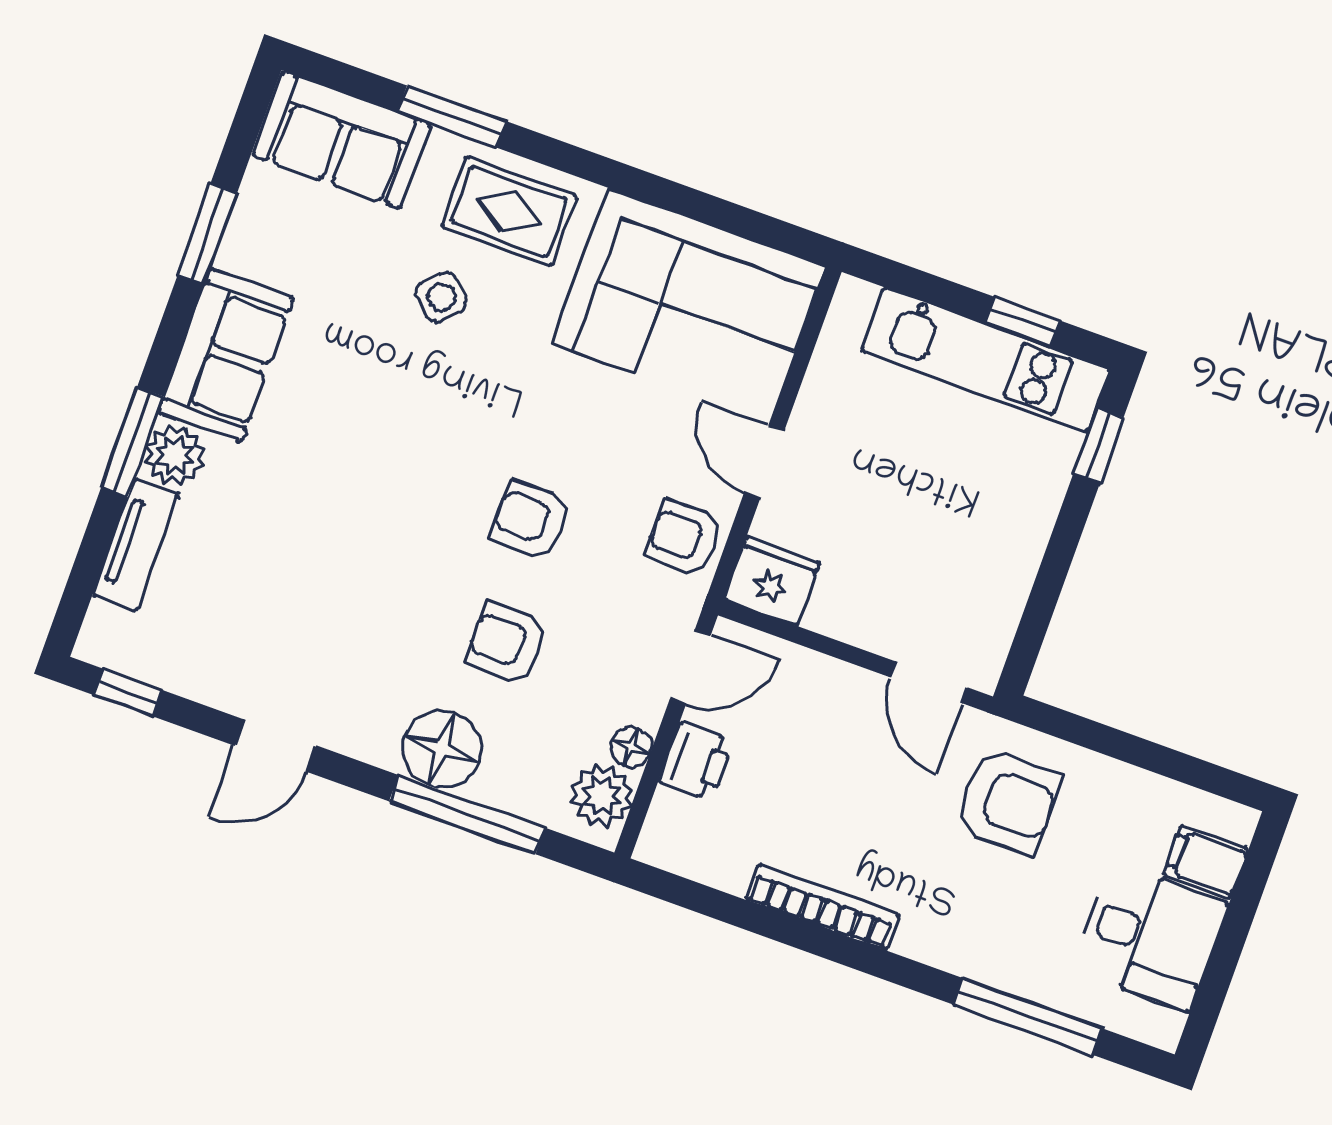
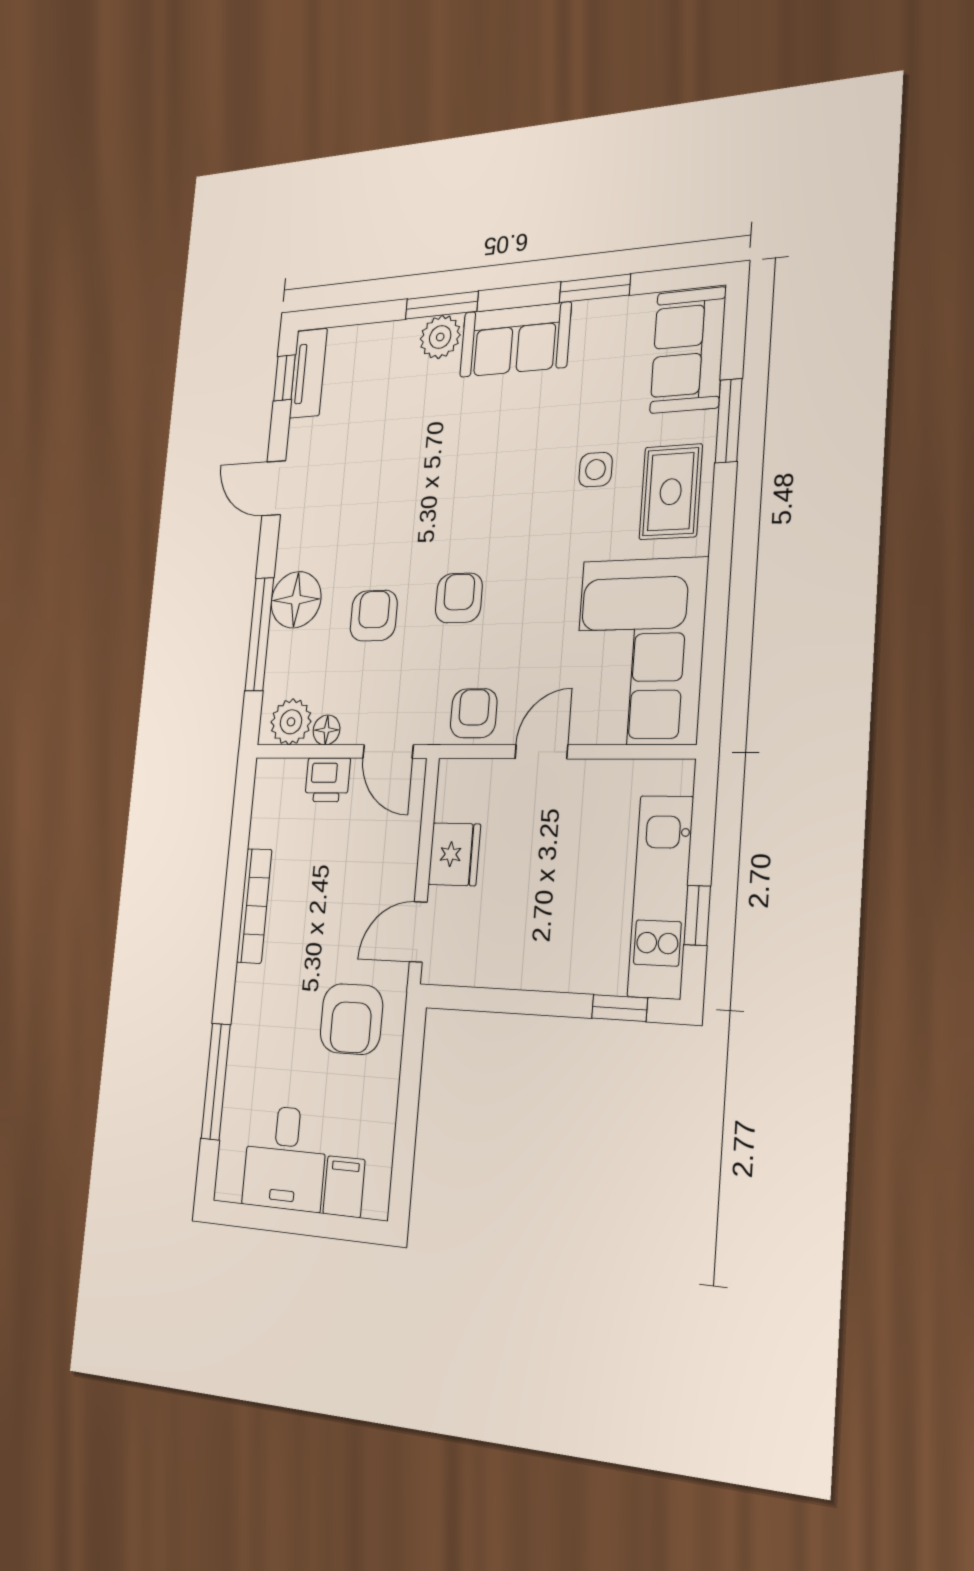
side table: (441, 297) -> (596, 470), turned 45
tv unit: (136, 545) -> (308, 373), moved, turned -90
fridge: (772, 581) -> (454, 854), moved

